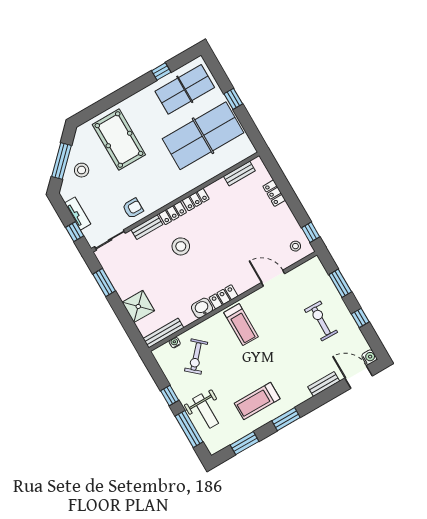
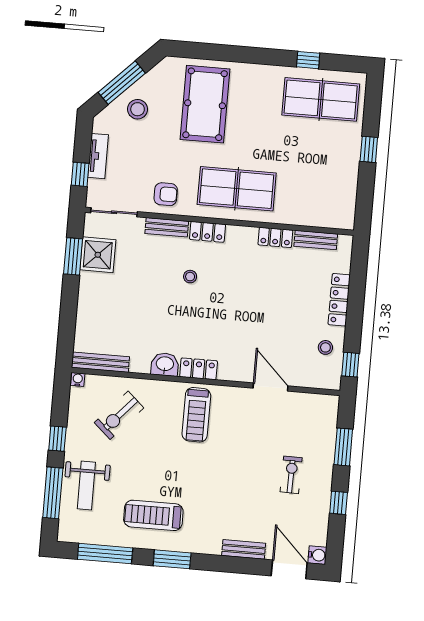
table tennis table: (203, 136) -> (237, 189), moved, width x0.73, depth x0.76
locker: (274, 193) -> (339, 300), width x1.53
locker: (196, 200) -> (275, 237), moved
stool: (181, 246) -> (190, 277), width x0.53, depth x0.53
stool: (295, 246) -> (325, 347), moved
shower: (138, 306) -> (98, 255), moved
exercise bike: (321, 321) -> (291, 475), width x0.73, depth x0.72
water cooler: (175, 342) -> (78, 379), moved
window: (245, 443) -> (105, 554), width x1.44

